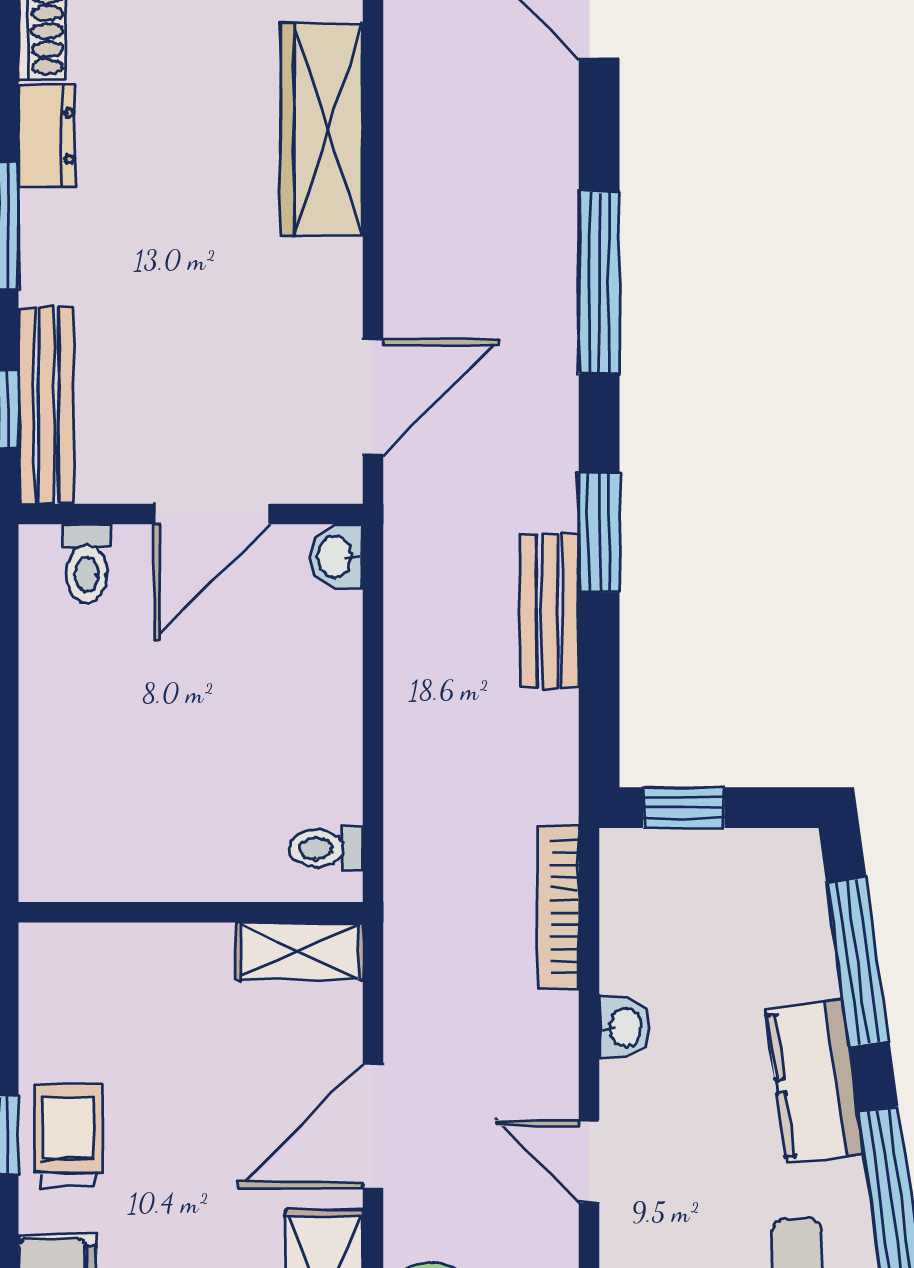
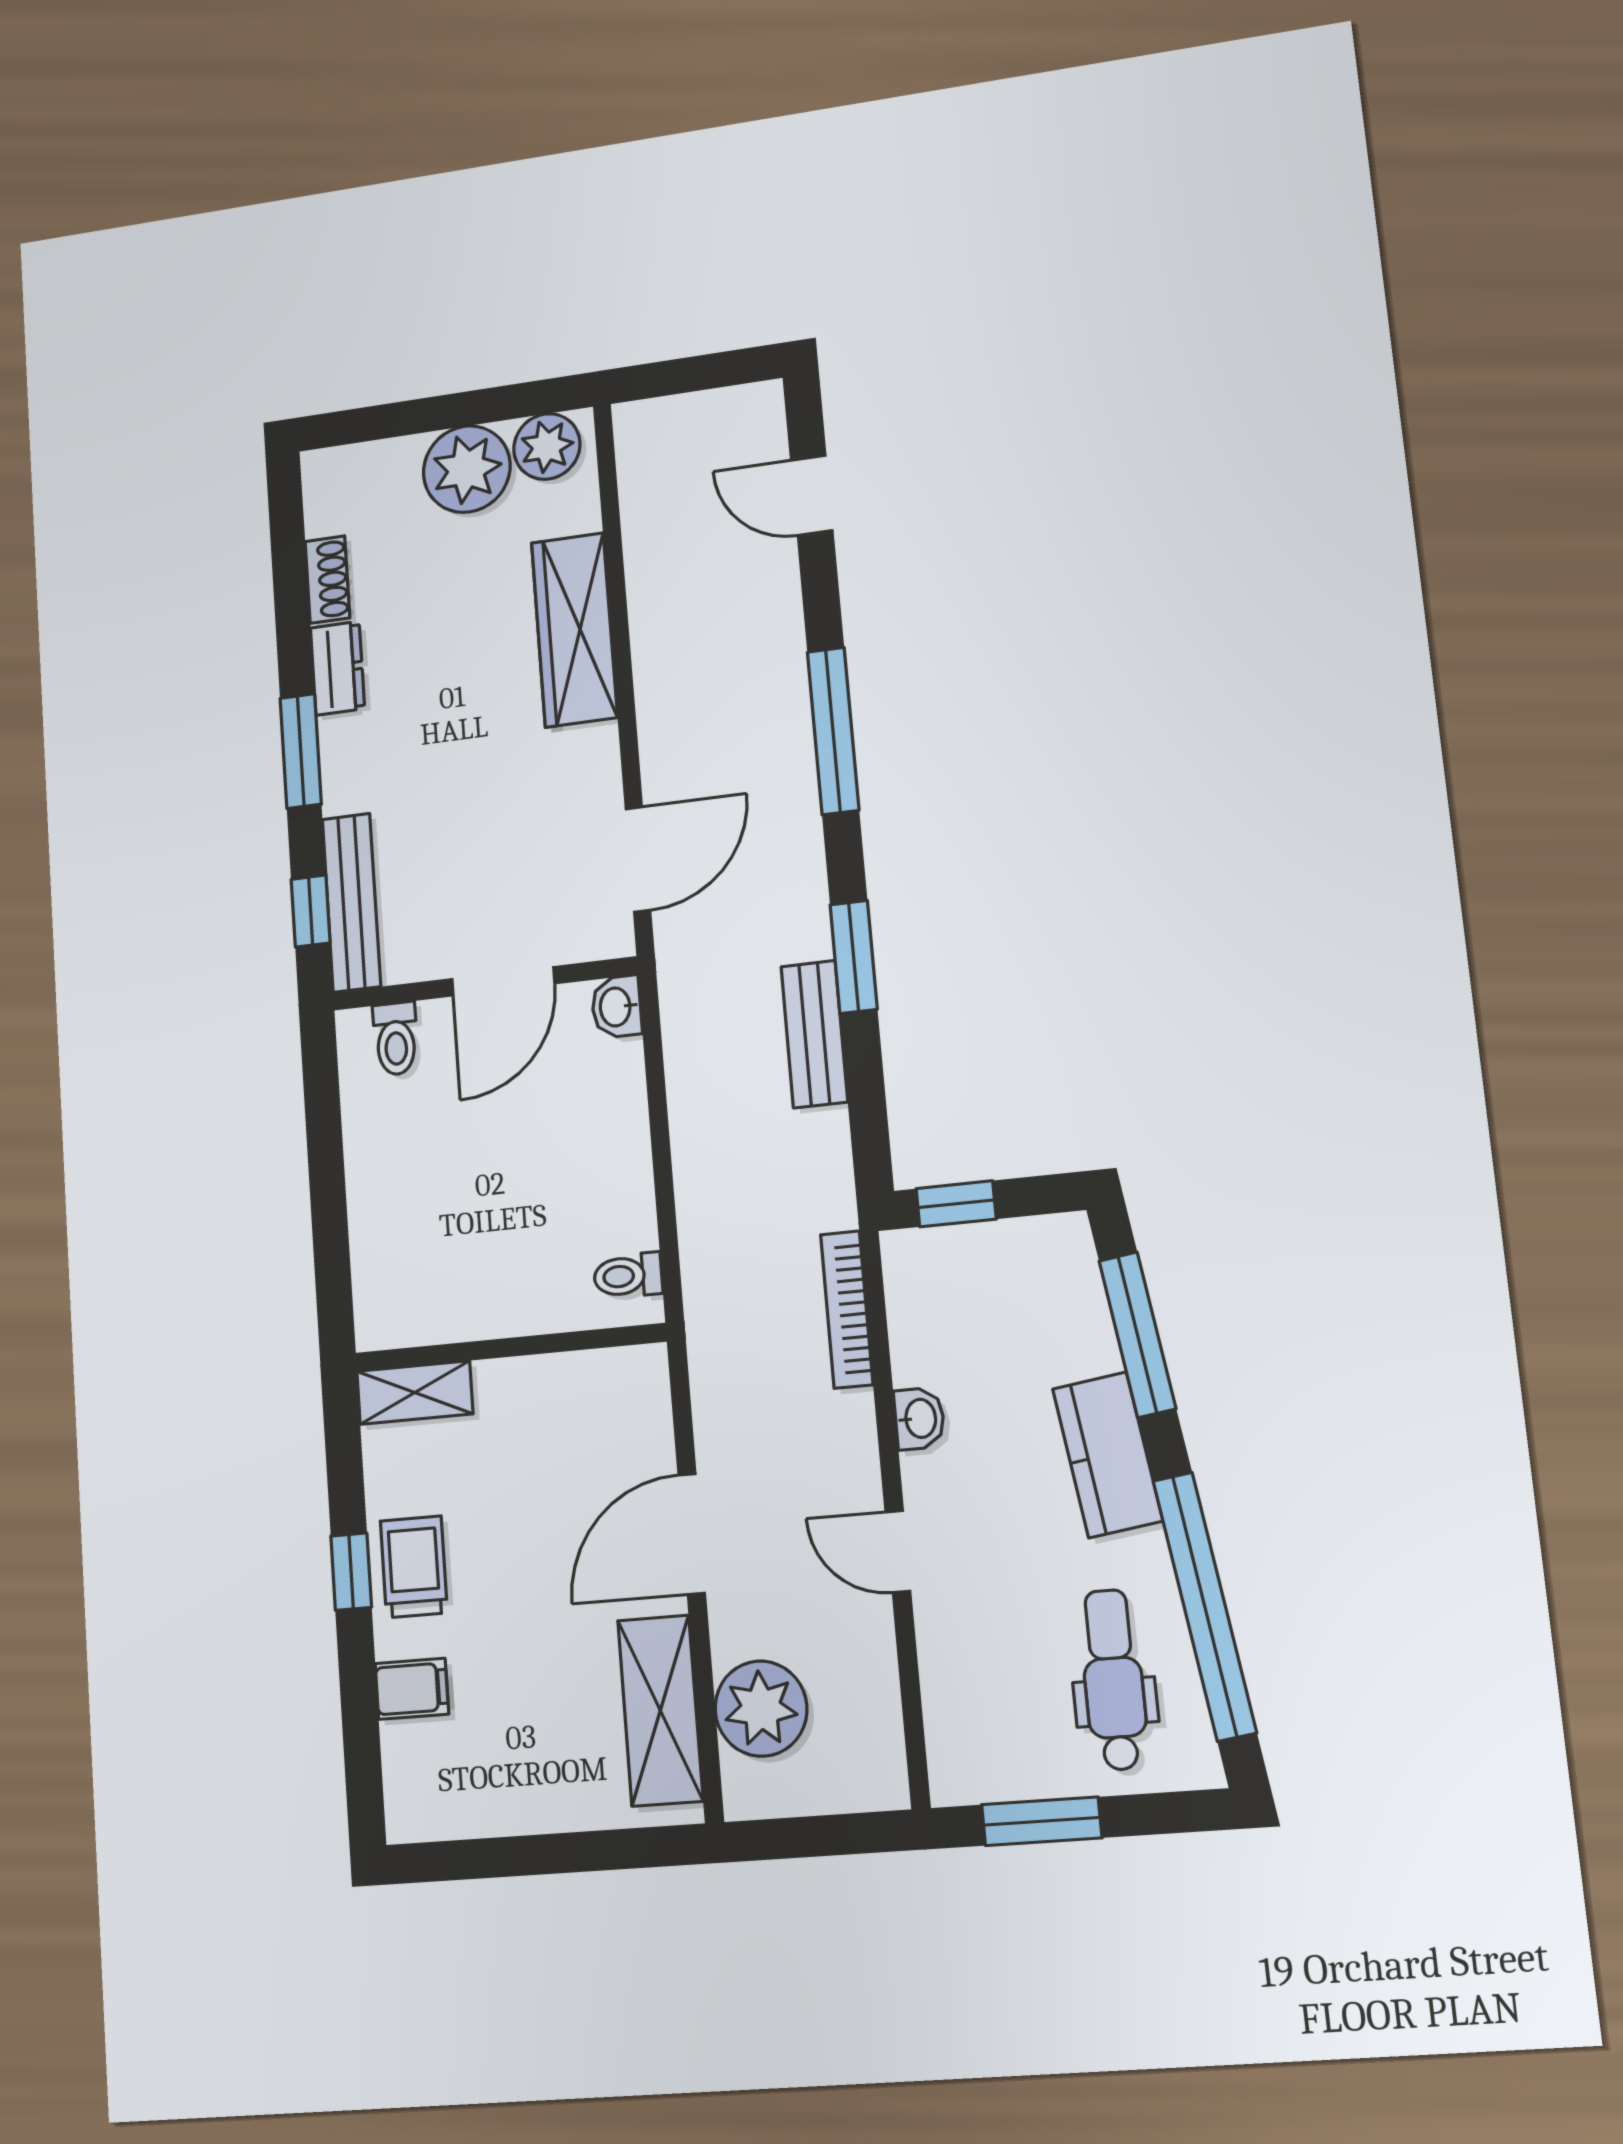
shelving: (300, 951) -> (415, 1393), moved

